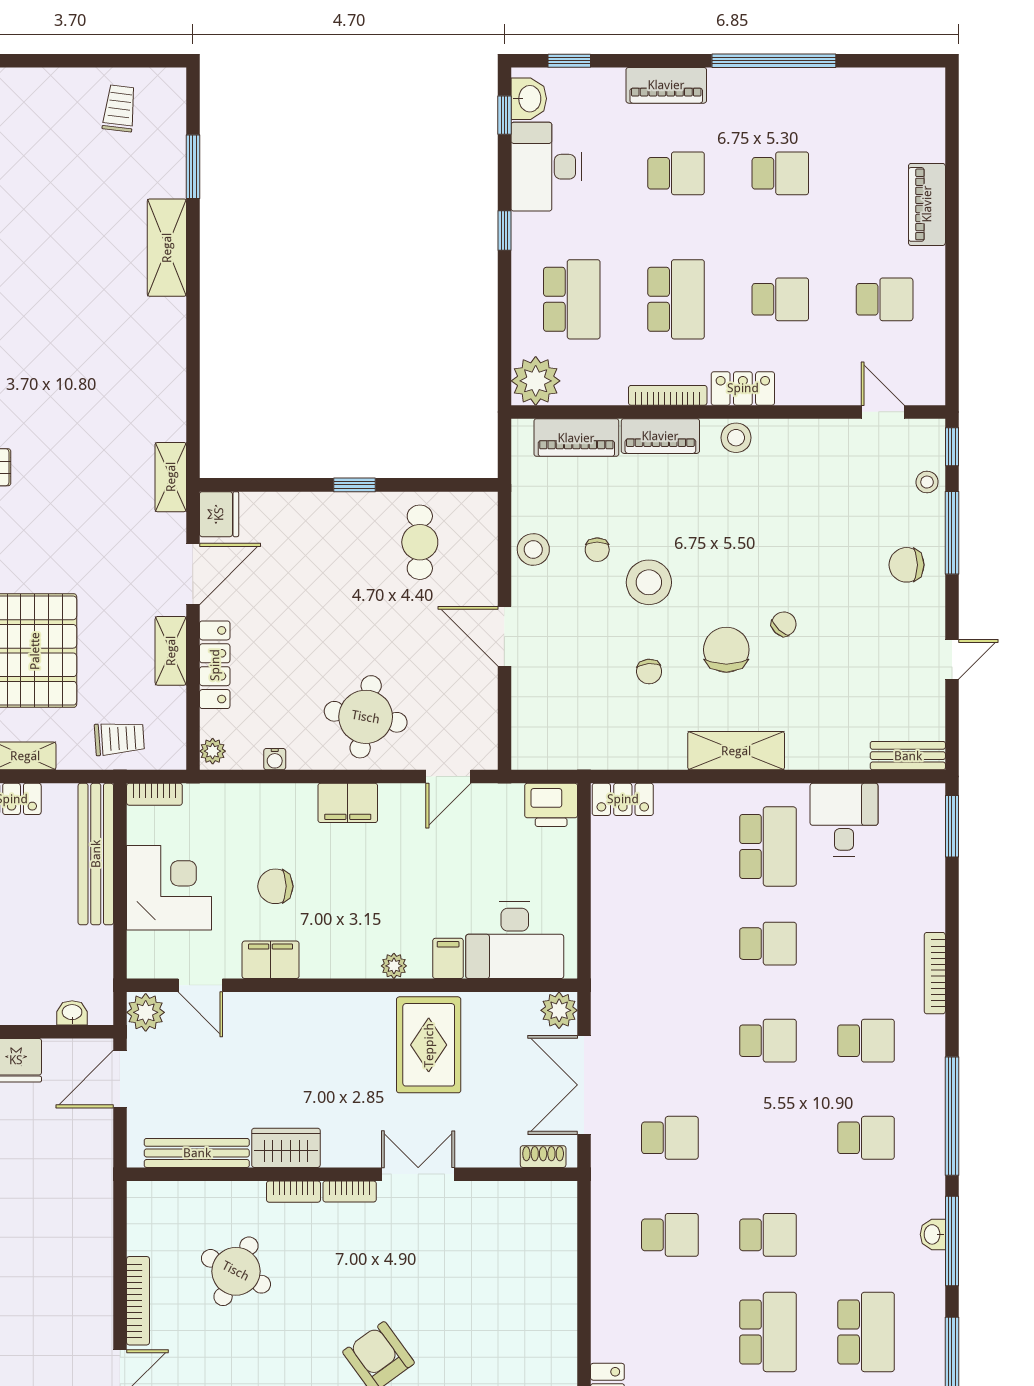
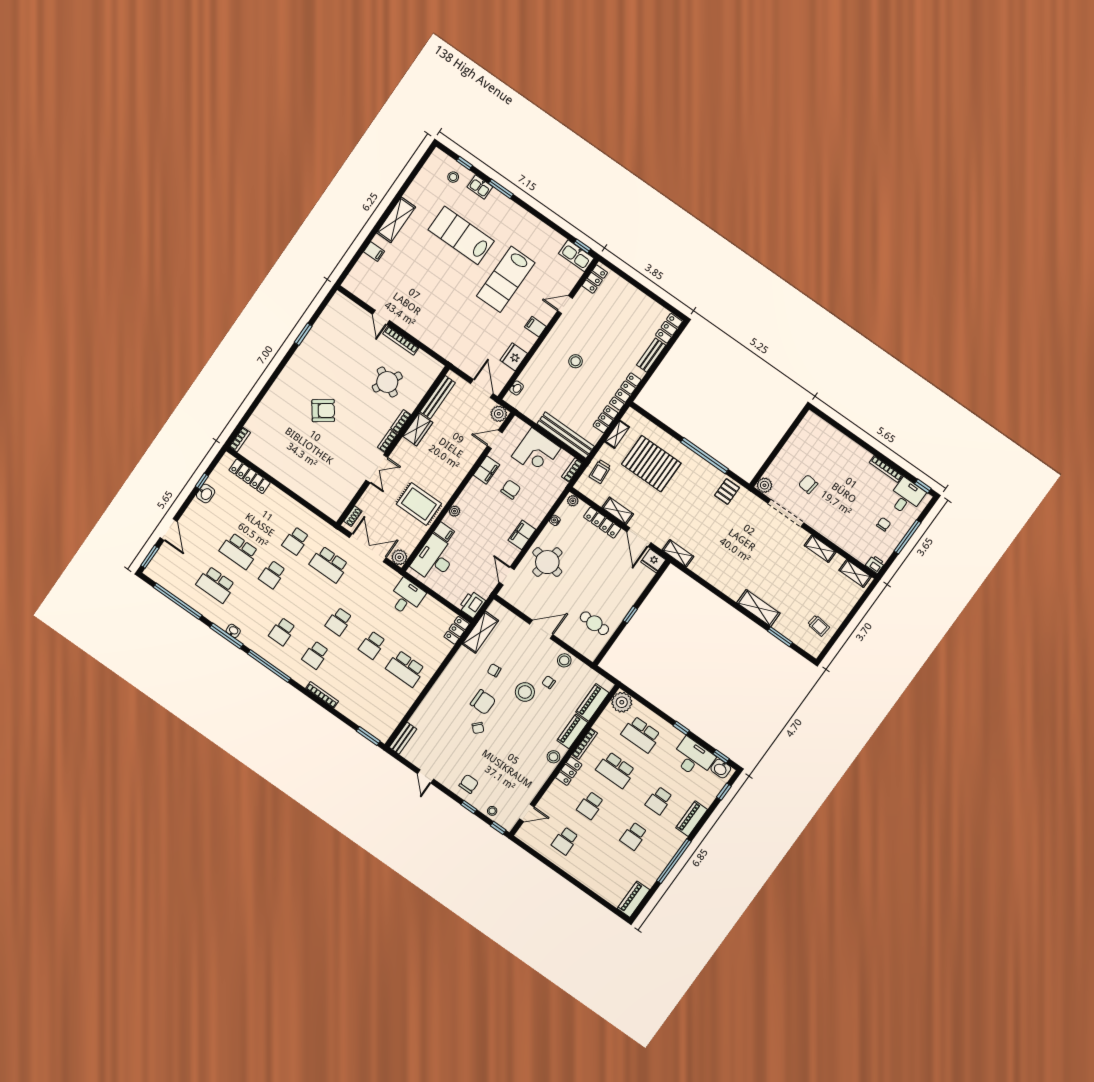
piano: (927, 204) -> (634, 899), moved, turned -90
window: (952, 533) -> (469, 807), width x0.46
shelving: (736, 751) -> (480, 632), moved
desk: (844, 820) -> (406, 597), moved, turned -90
school desk: (670, 1138) -> (329, 564), width x1.85

